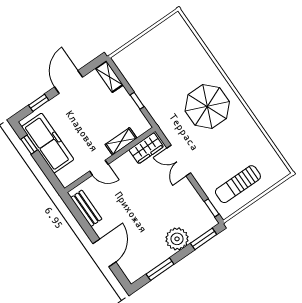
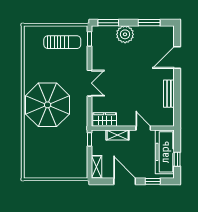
door: (69, 82) -> (125, 181), swing flipped
parasol: (207, 106) -> (48, 105), width x1.36, depth x1.36
shelving: (121, 141) -> (118, 135), moved
wardrobe: (146, 148) -> (105, 120), moved
wall: (110, 160) -> (133, 128), moved
door: (99, 168) -> (143, 128), moved

